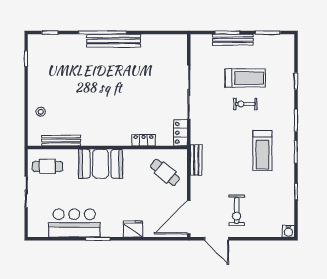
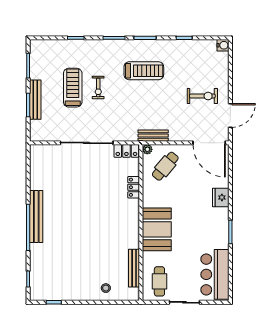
plant: (182, 154) -> (147, 149), added
bar counter: (74, 223) -> (215, 274), moved

